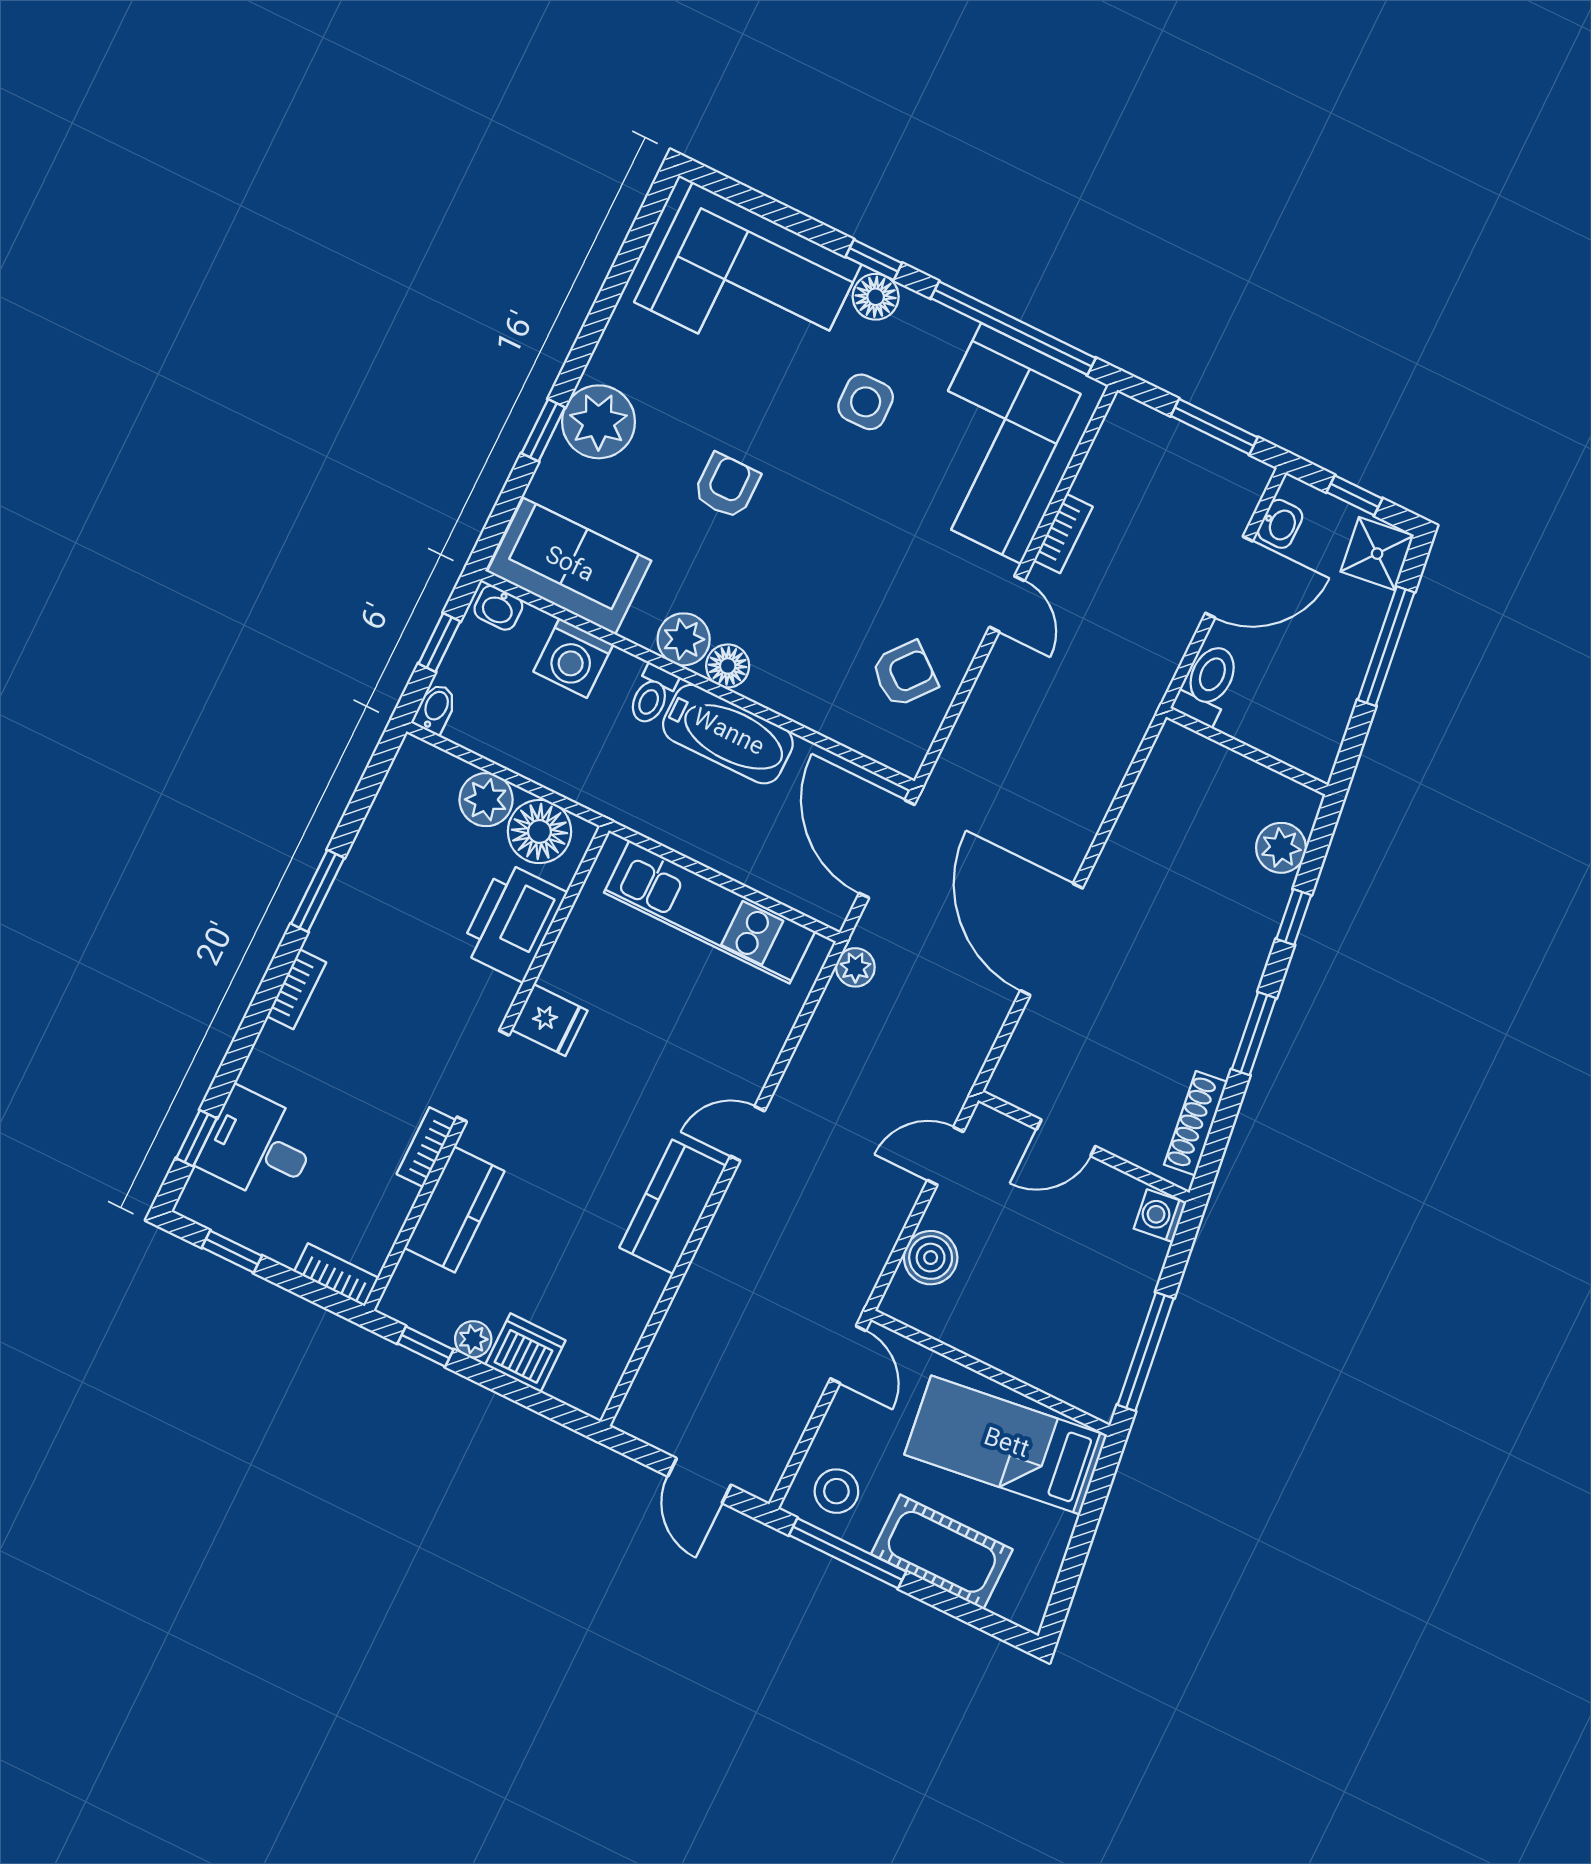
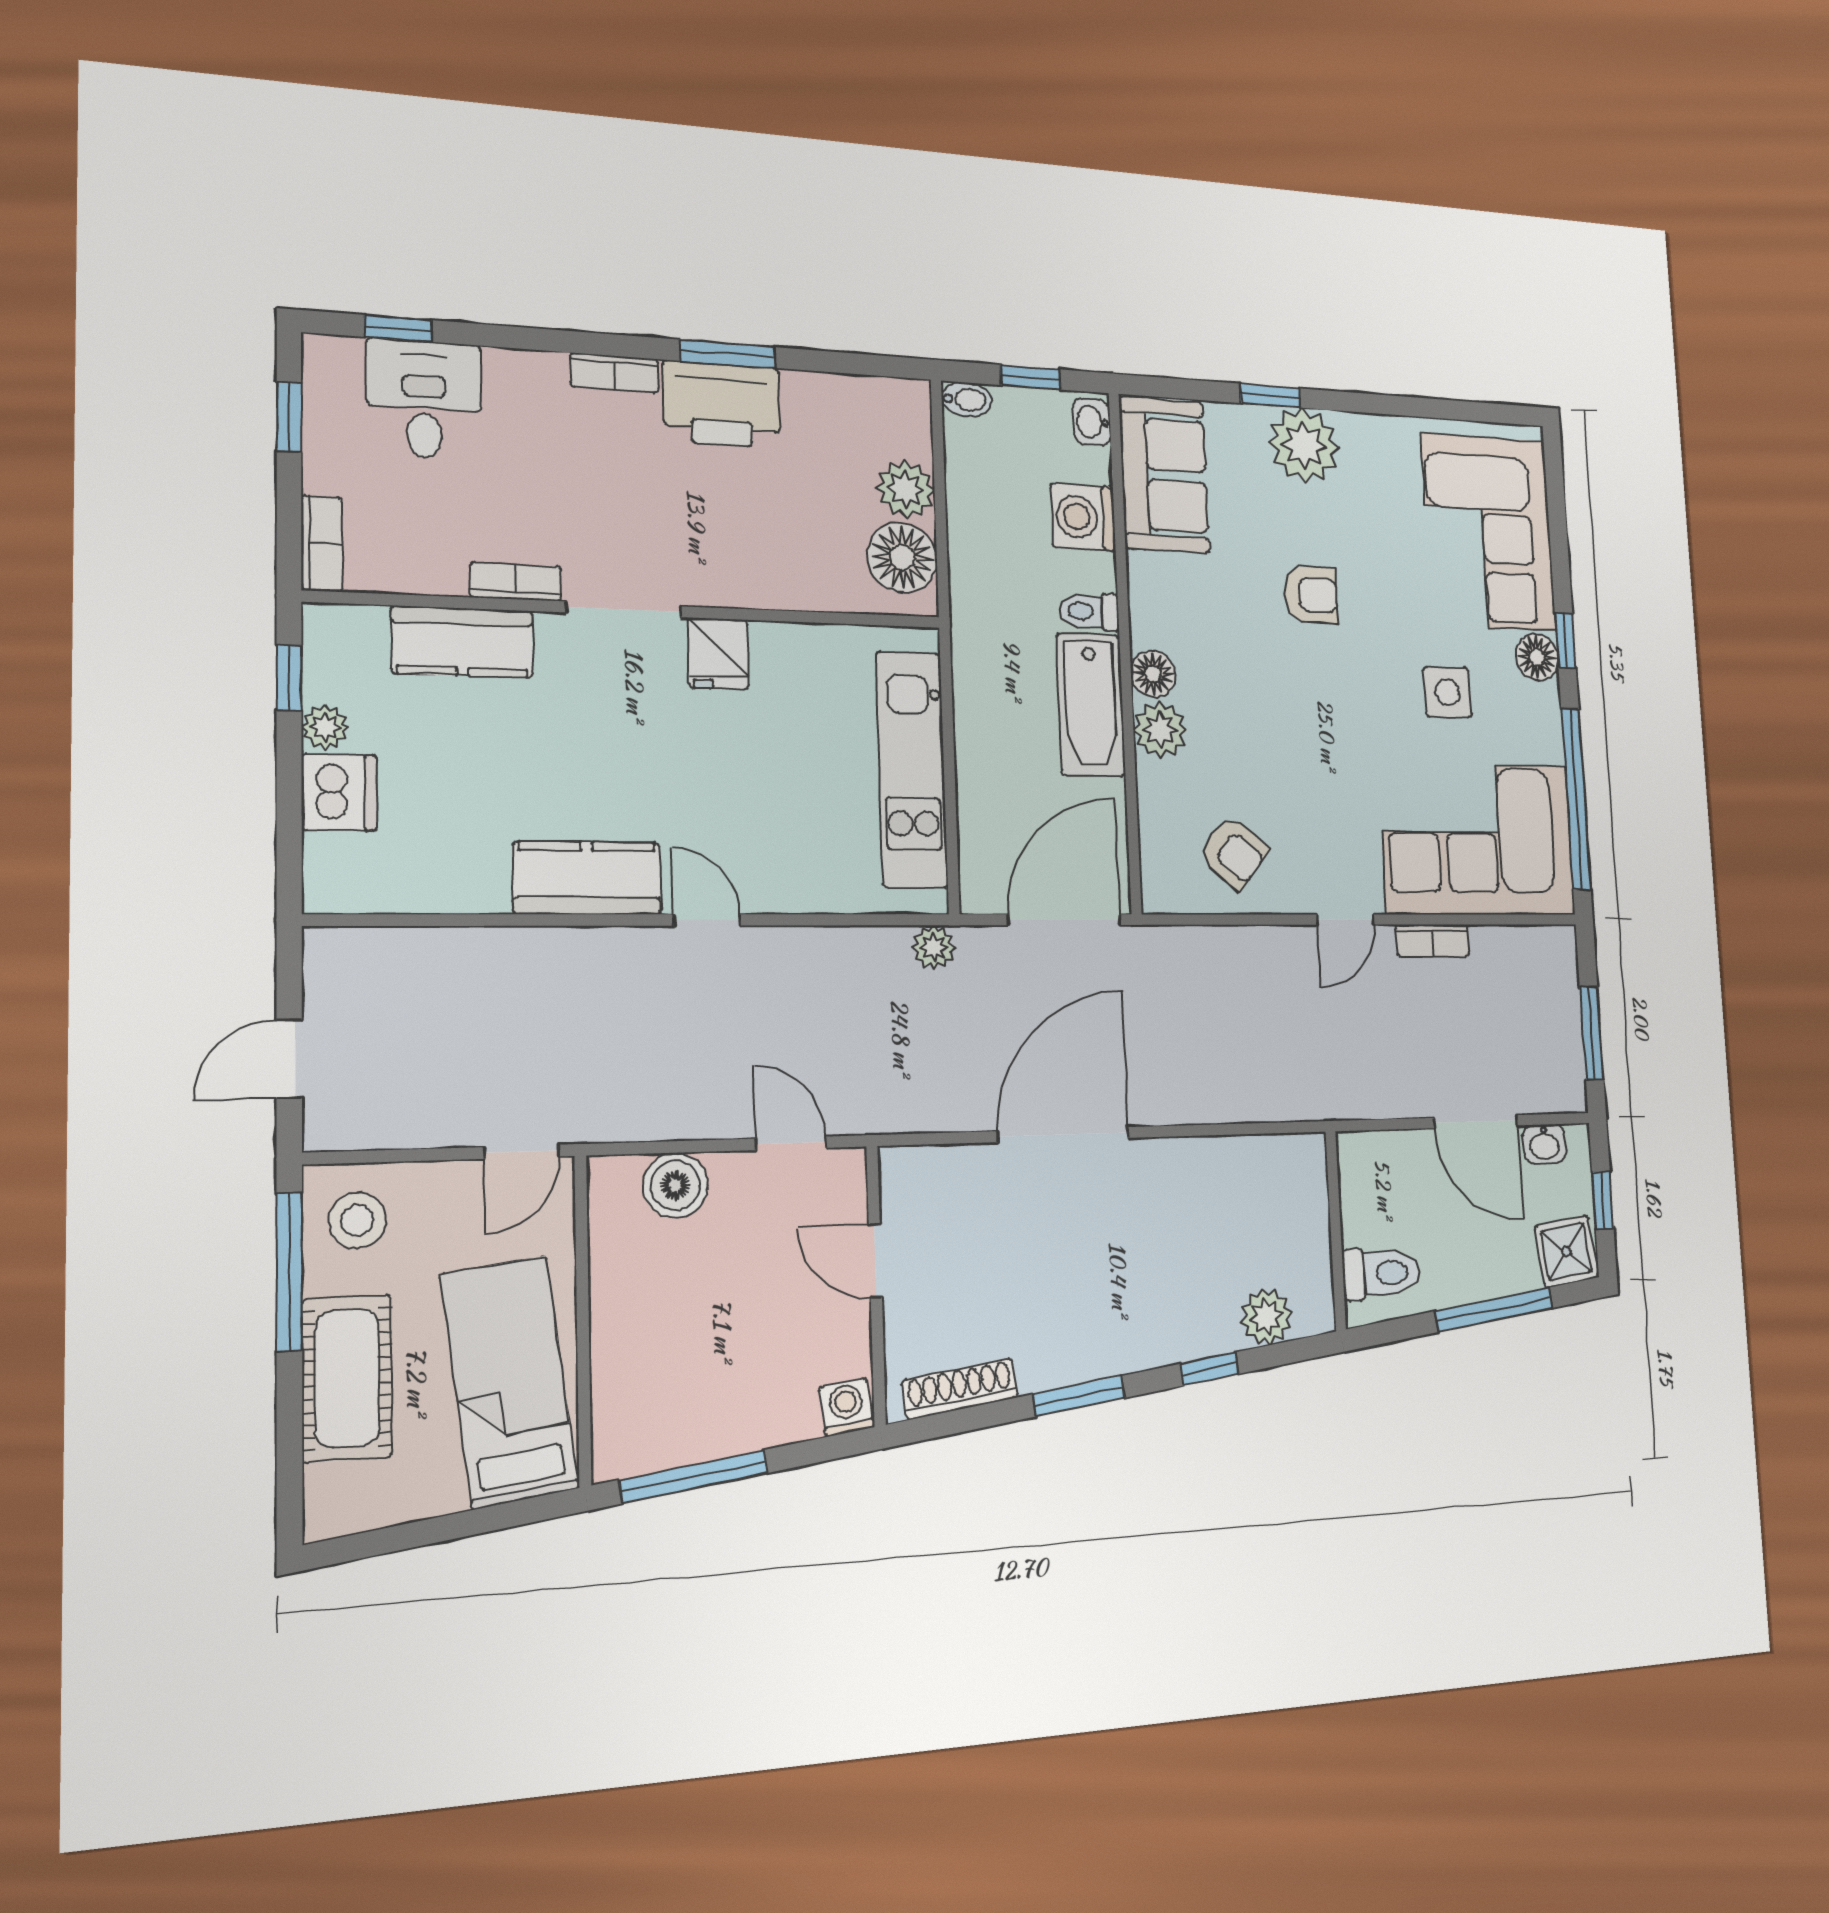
plant: (684, 639) -> (1160, 730), moved
toilet: (1208, 684) -> (1381, 1273), moved
printer: (513, 922) -> (722, 404), moved, turned 180

